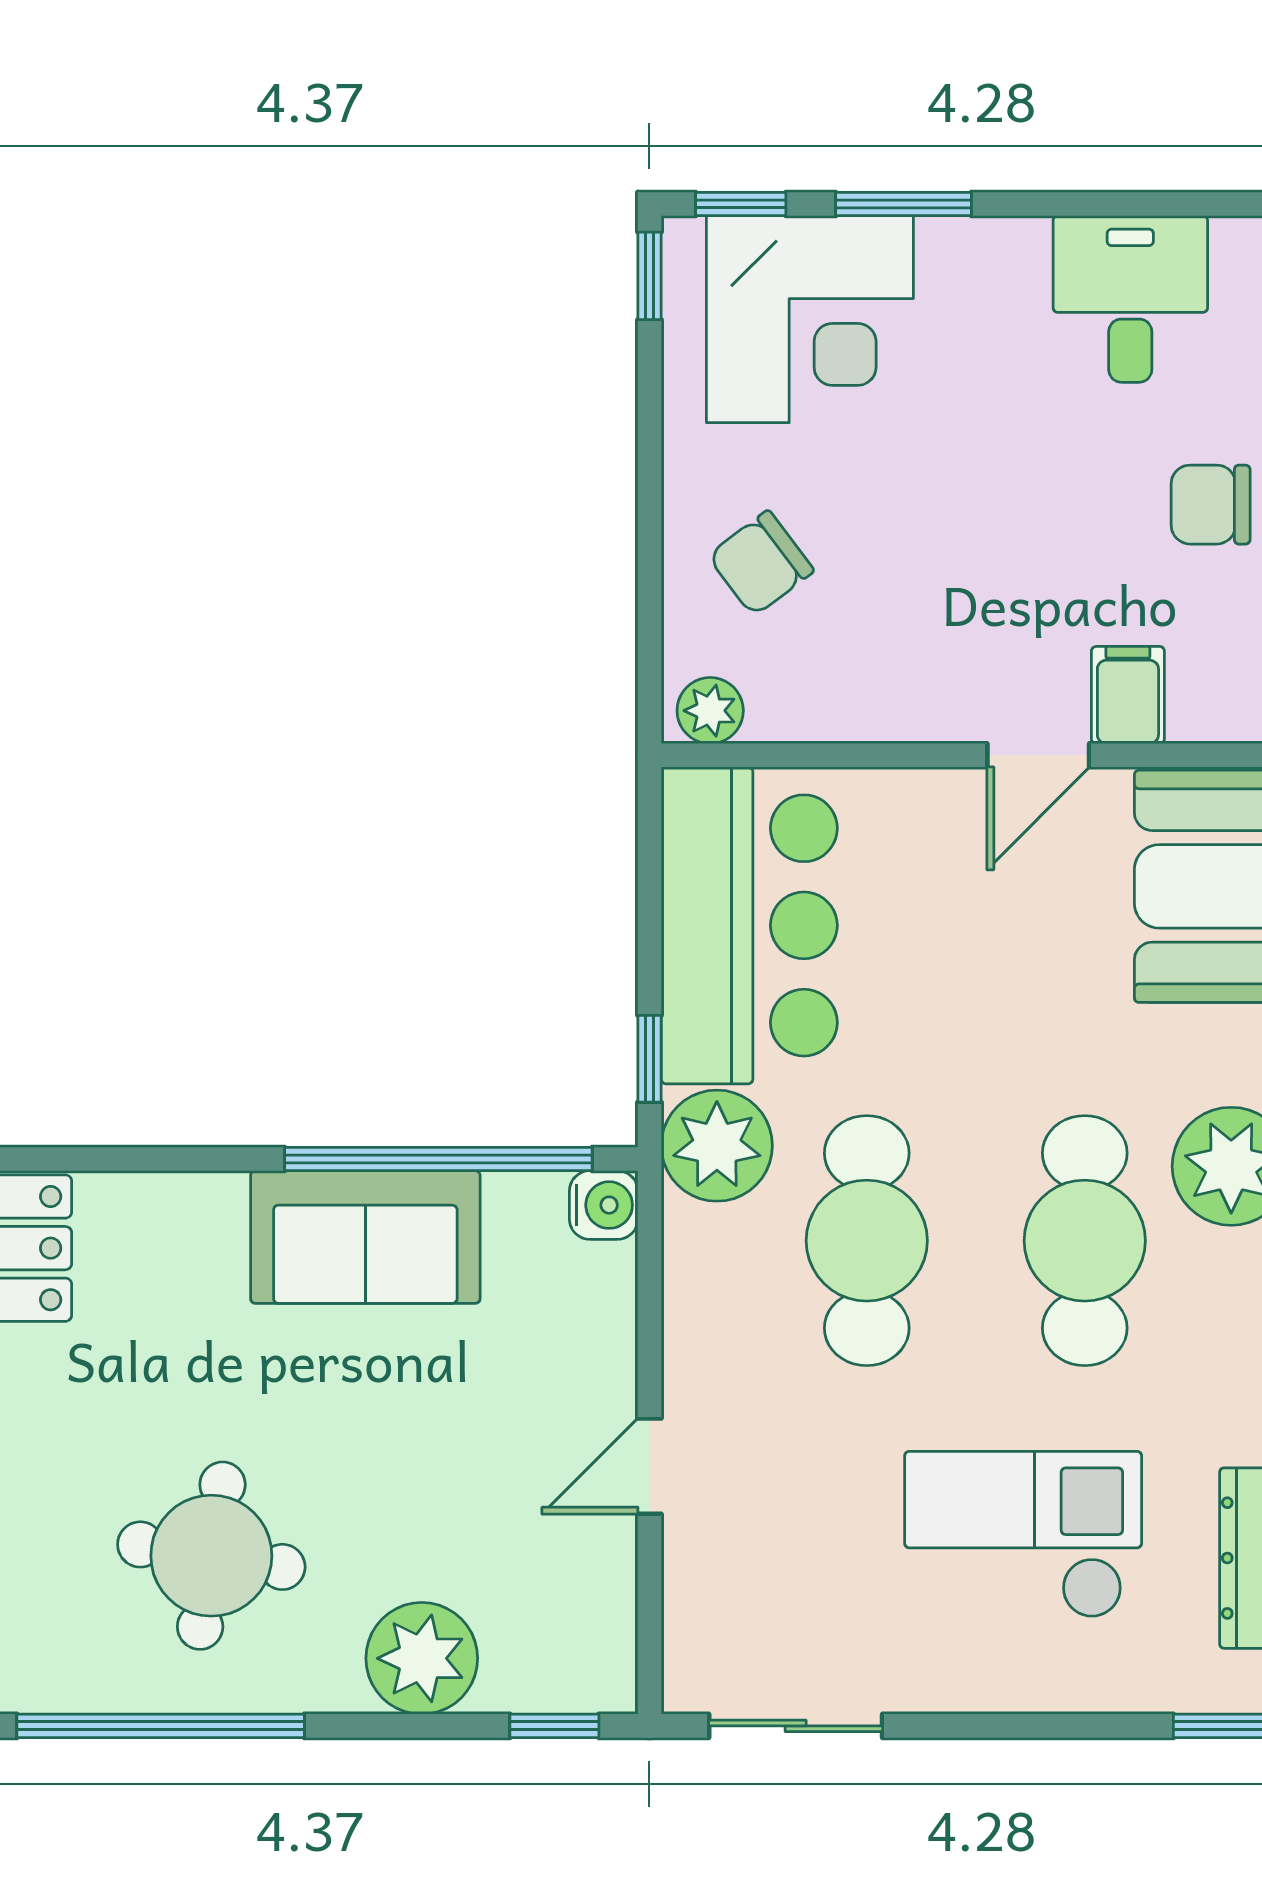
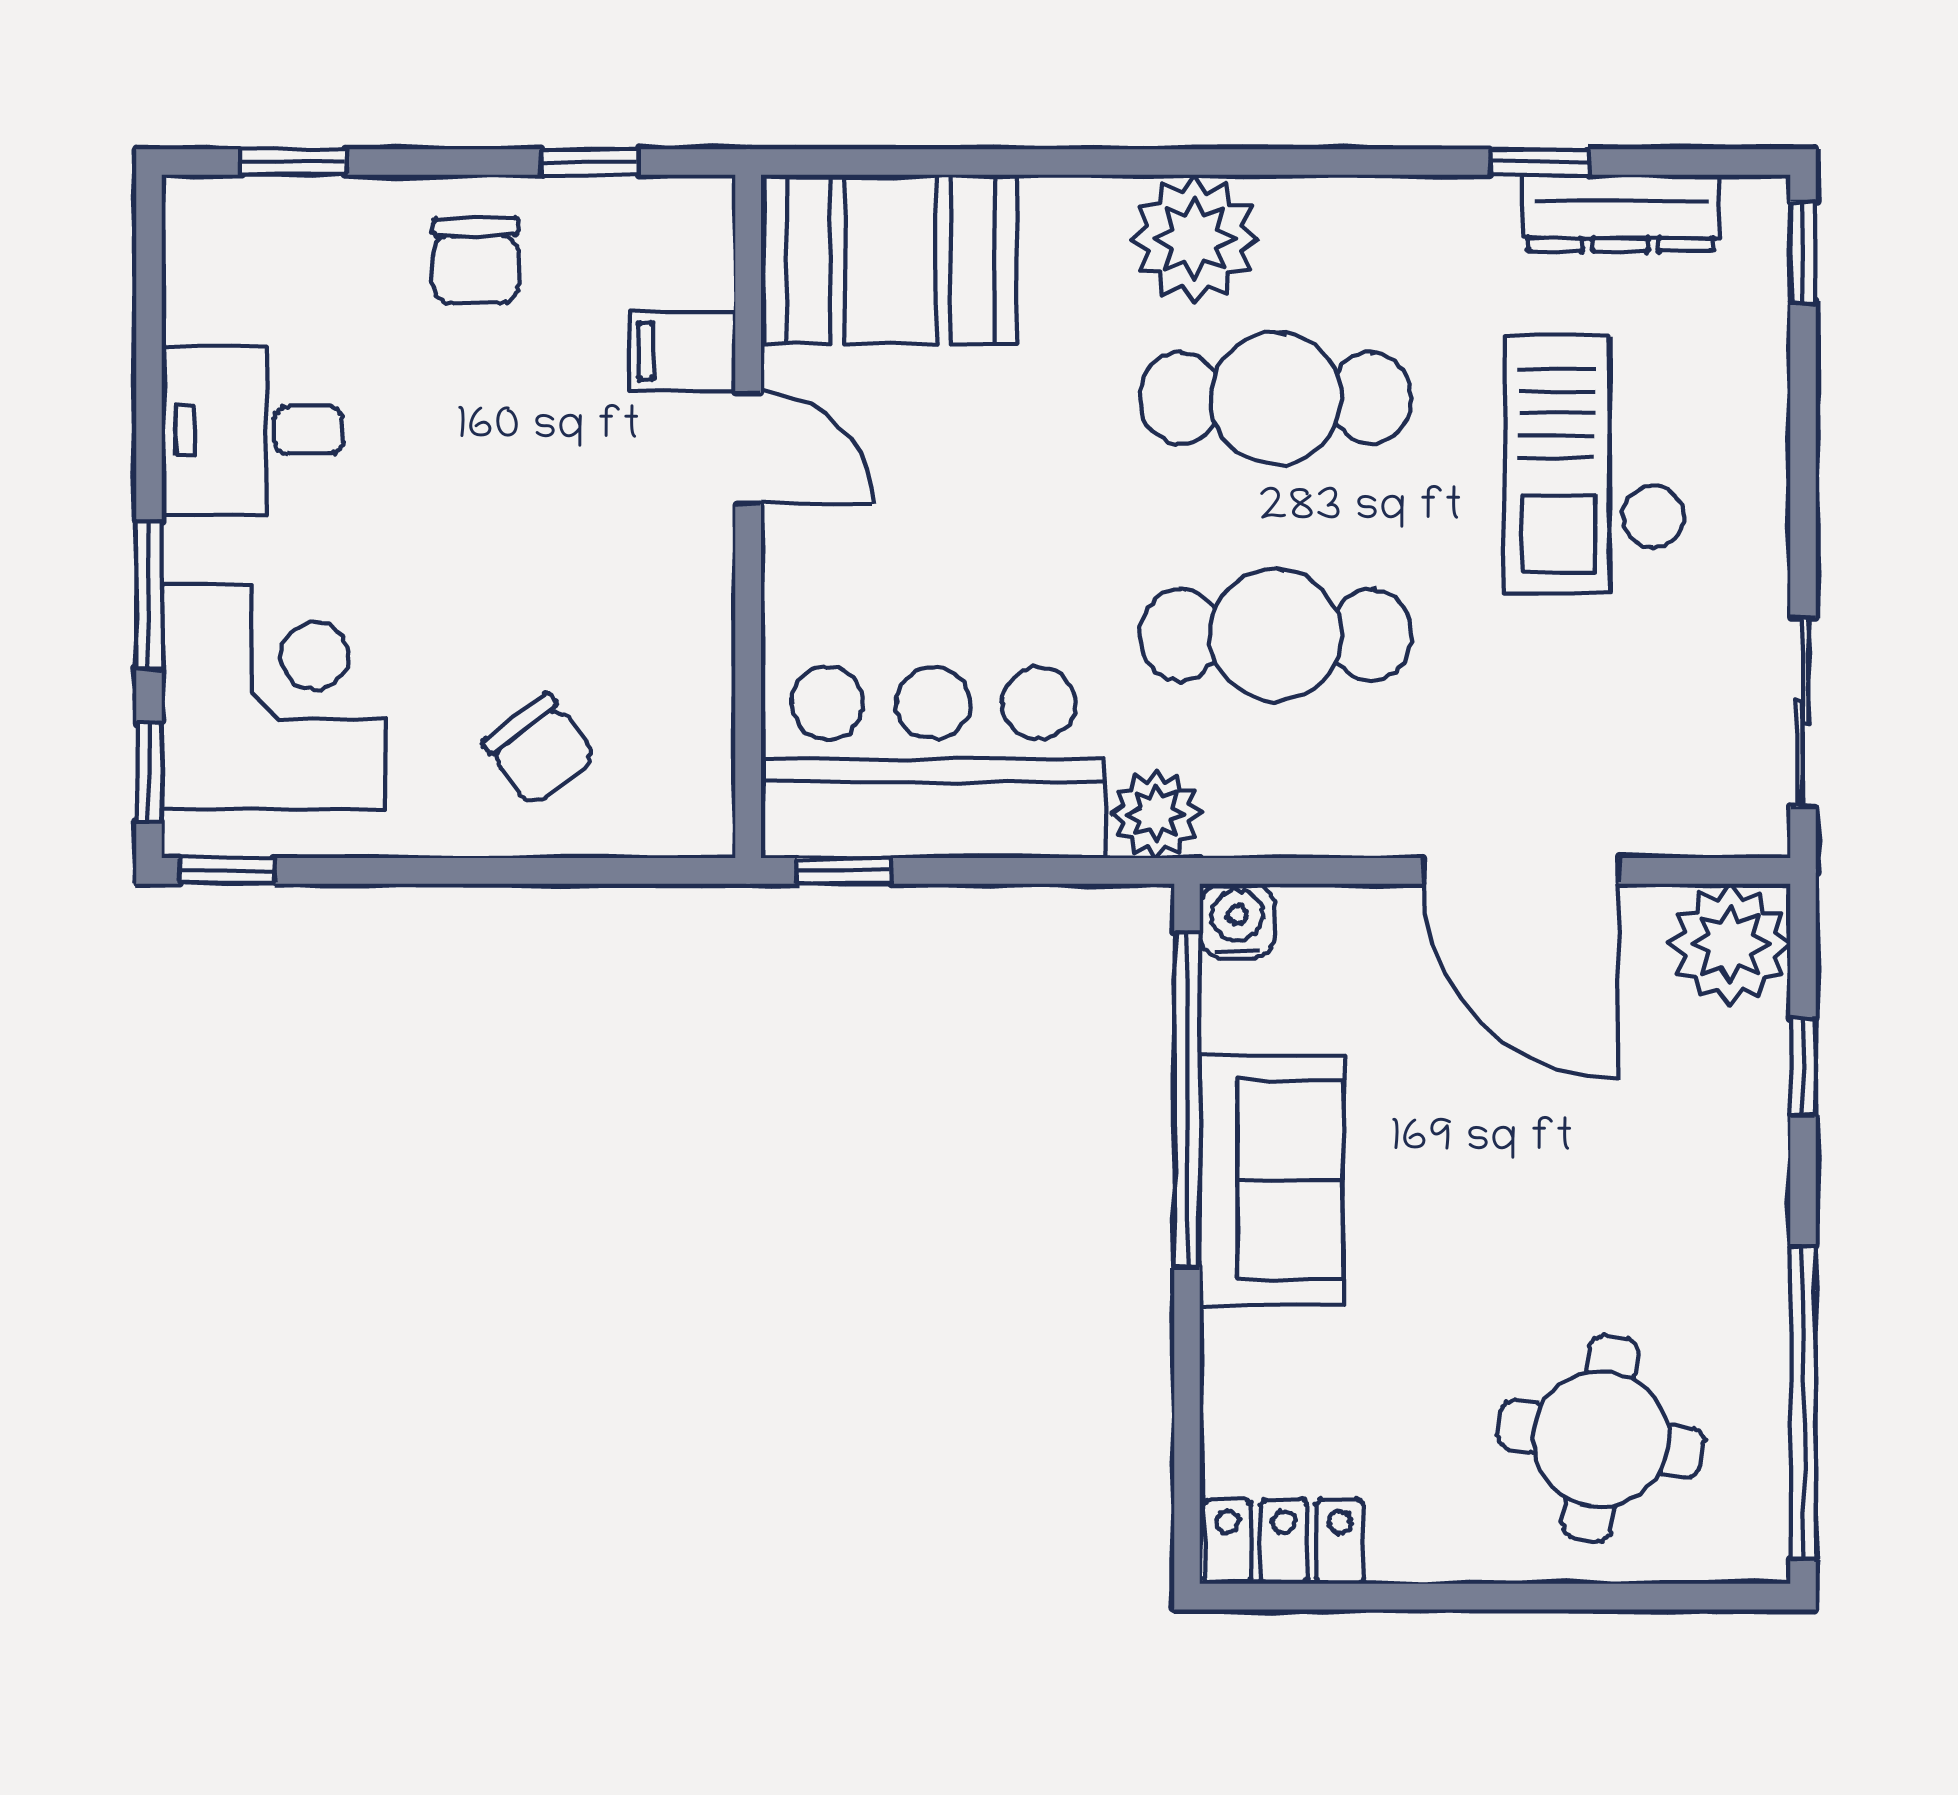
desk: (1130, 299) -> (252, 430), moved
plant: (710, 711) -> (700, 805), removed
window: (650, 1059) -> (844, 871), moved
plant: (717, 1146) -> (1156, 814), width x0.73, depth x0.73
door: (650, 1466) -> (1521, 871), width x1.88
round table: (211, 1556) -> (1601, 1439), moved
plant: (422, 1658) -> (1730, 944), moved
window: (554, 1726) -> (1803, 1067), moved

